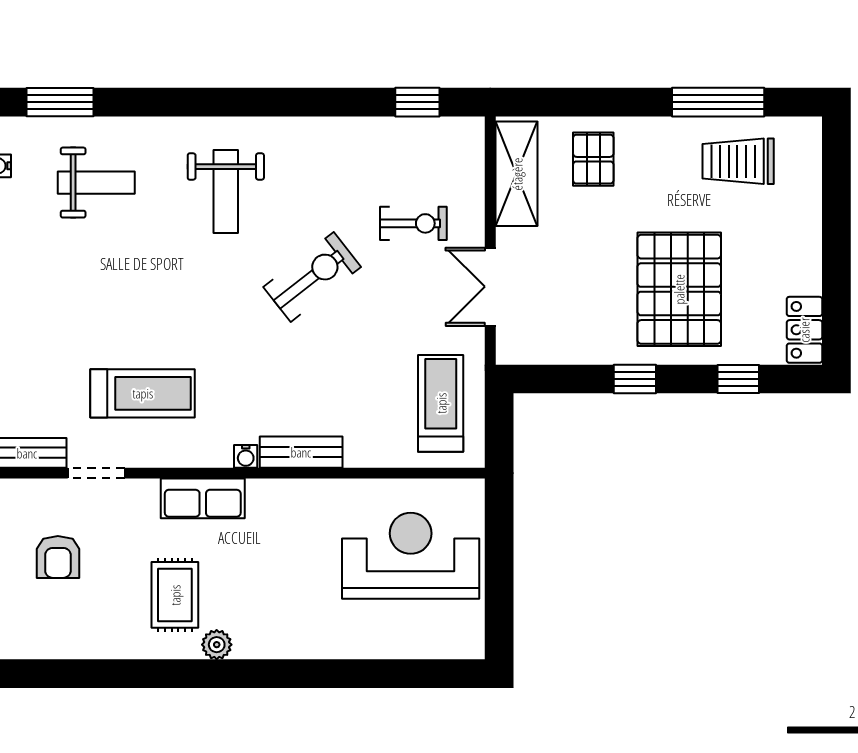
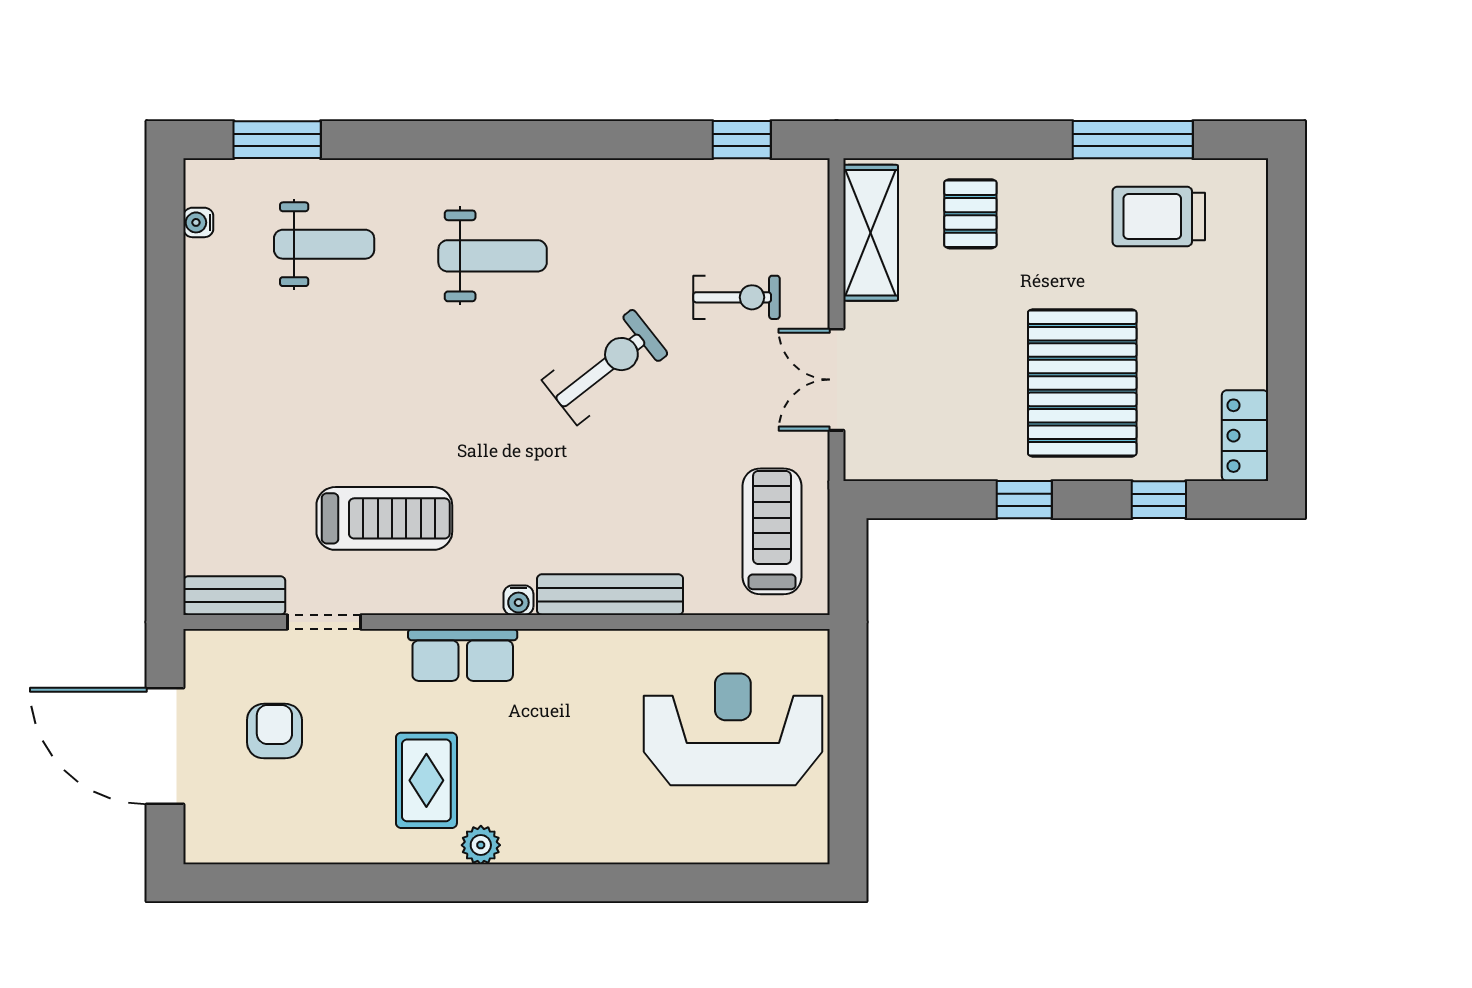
weight bench: (226, 192) -> (493, 256), turned -90
bench: (301, 452) -> (610, 595), width x1.36
armchair: (58, 557) -> (274, 731), turned 180

